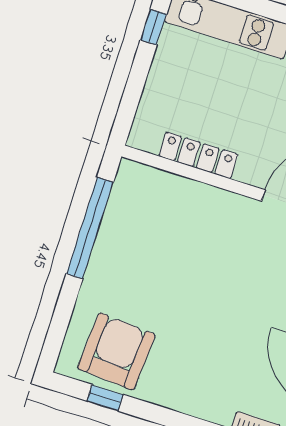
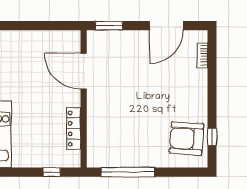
window: (153, 27) -> (52, 172), moved

